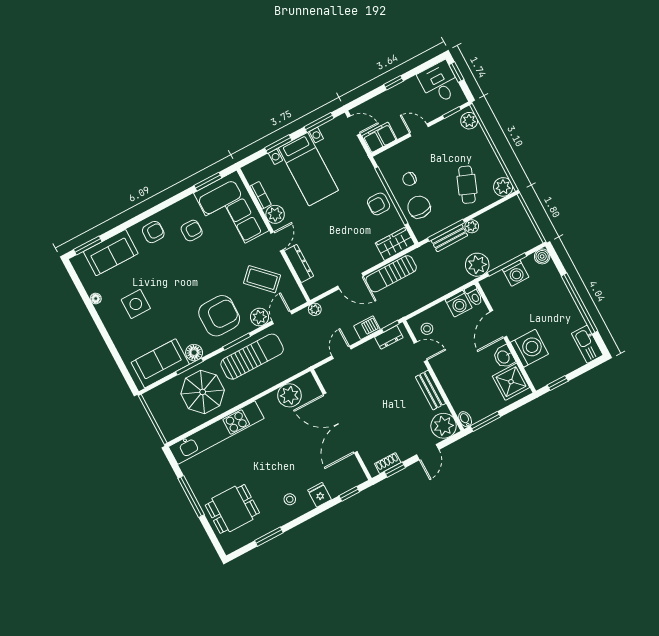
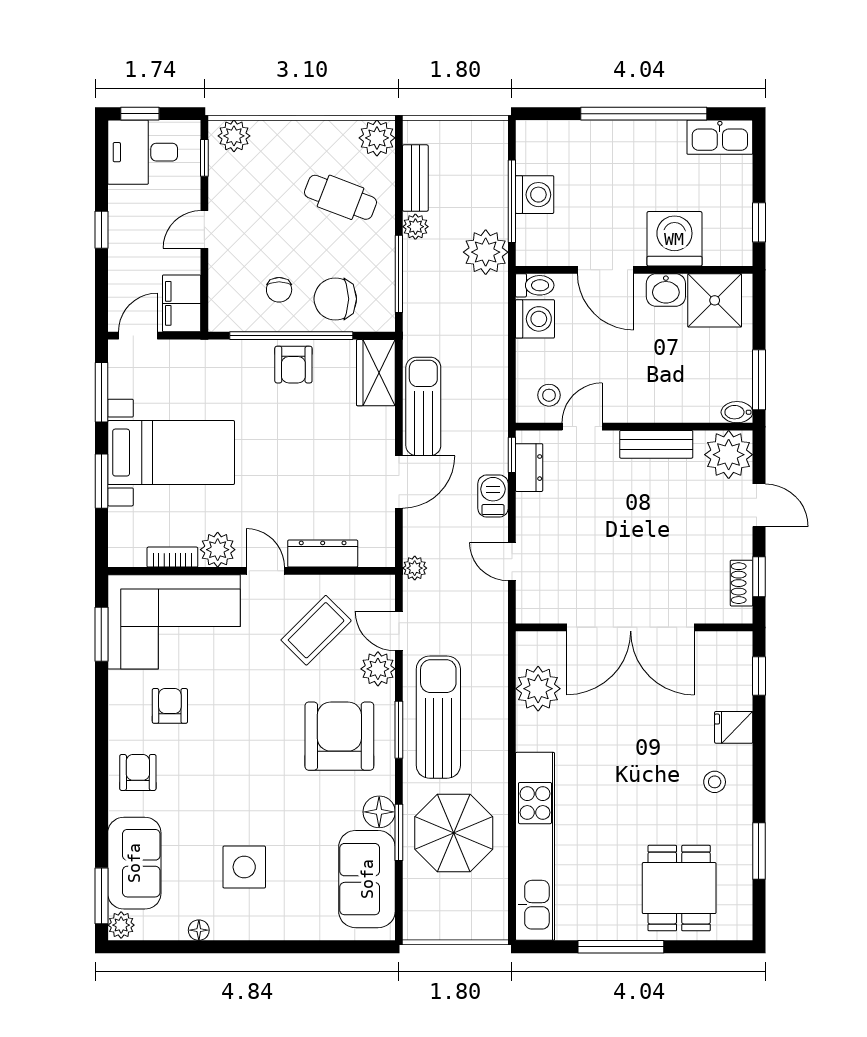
bench: (449, 238) -> (415, 178), moved
boiler: (542, 256) -> (530, 134), removed
plant: (79, 262) -> (121, 925), added
sun lounger: (391, 274) -> (423, 406), turned 180

